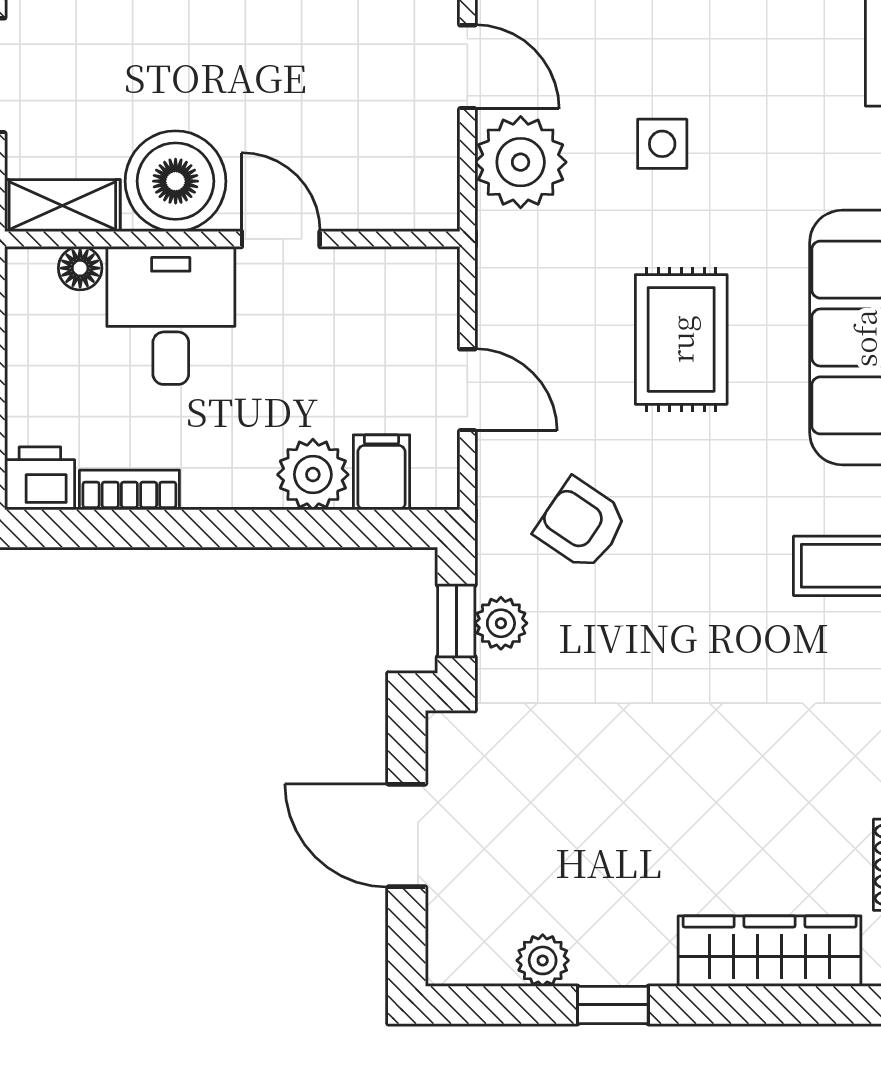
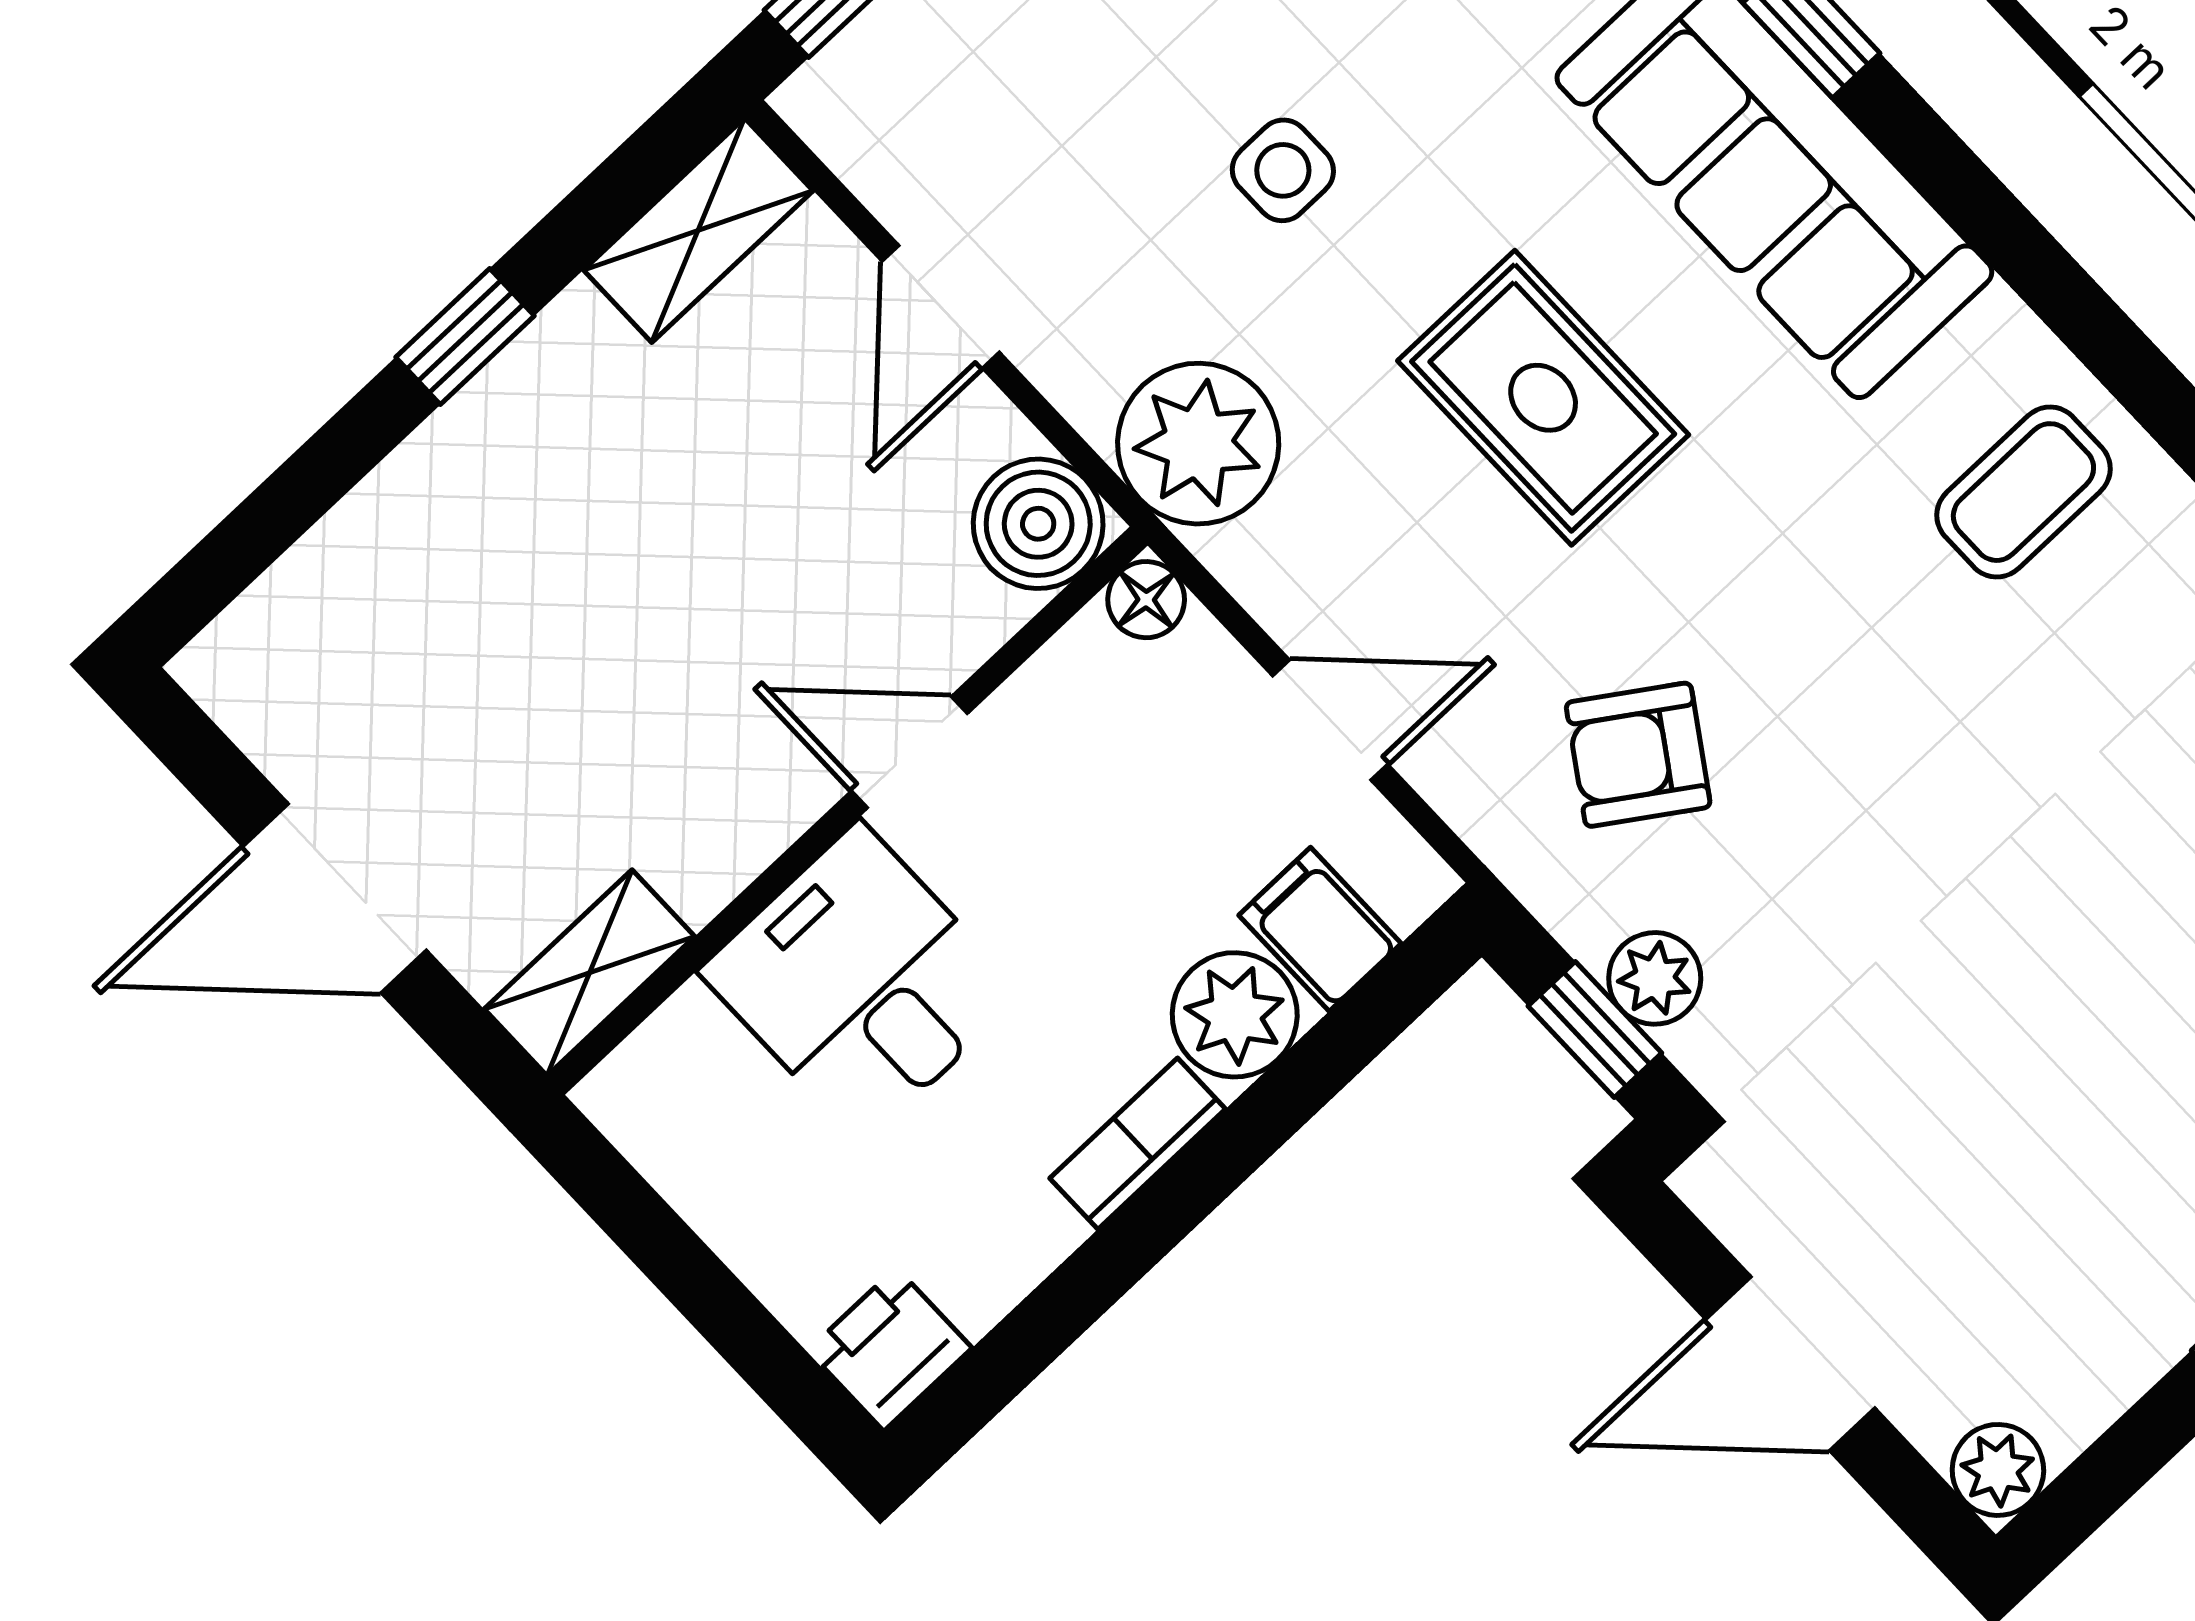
door: (467, 67) -> (941, 307), swing flipped
plant: (521, 162) -> (1198, 444), moved
boiler: (176, 181) -> (1038, 524), moved, width x0.73, depth x0.73
floor lamp: (80, 268) -> (1146, 600), moved
bookcase: (129, 490) -> (1138, 1144), moved
plant: (543, 960) -> (1998, 1470), moved

